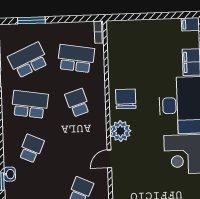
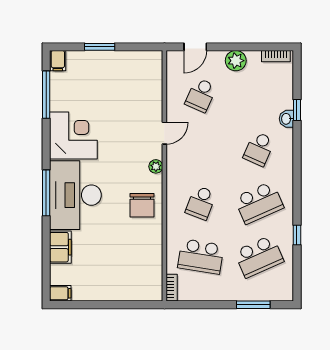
school desk: (78, 103) -> (201, 203), turned 39
school desk: (30, 104) -> (259, 203), turned -33
plant: (120, 131) -> (156, 166), width x0.53, depth x0.53

